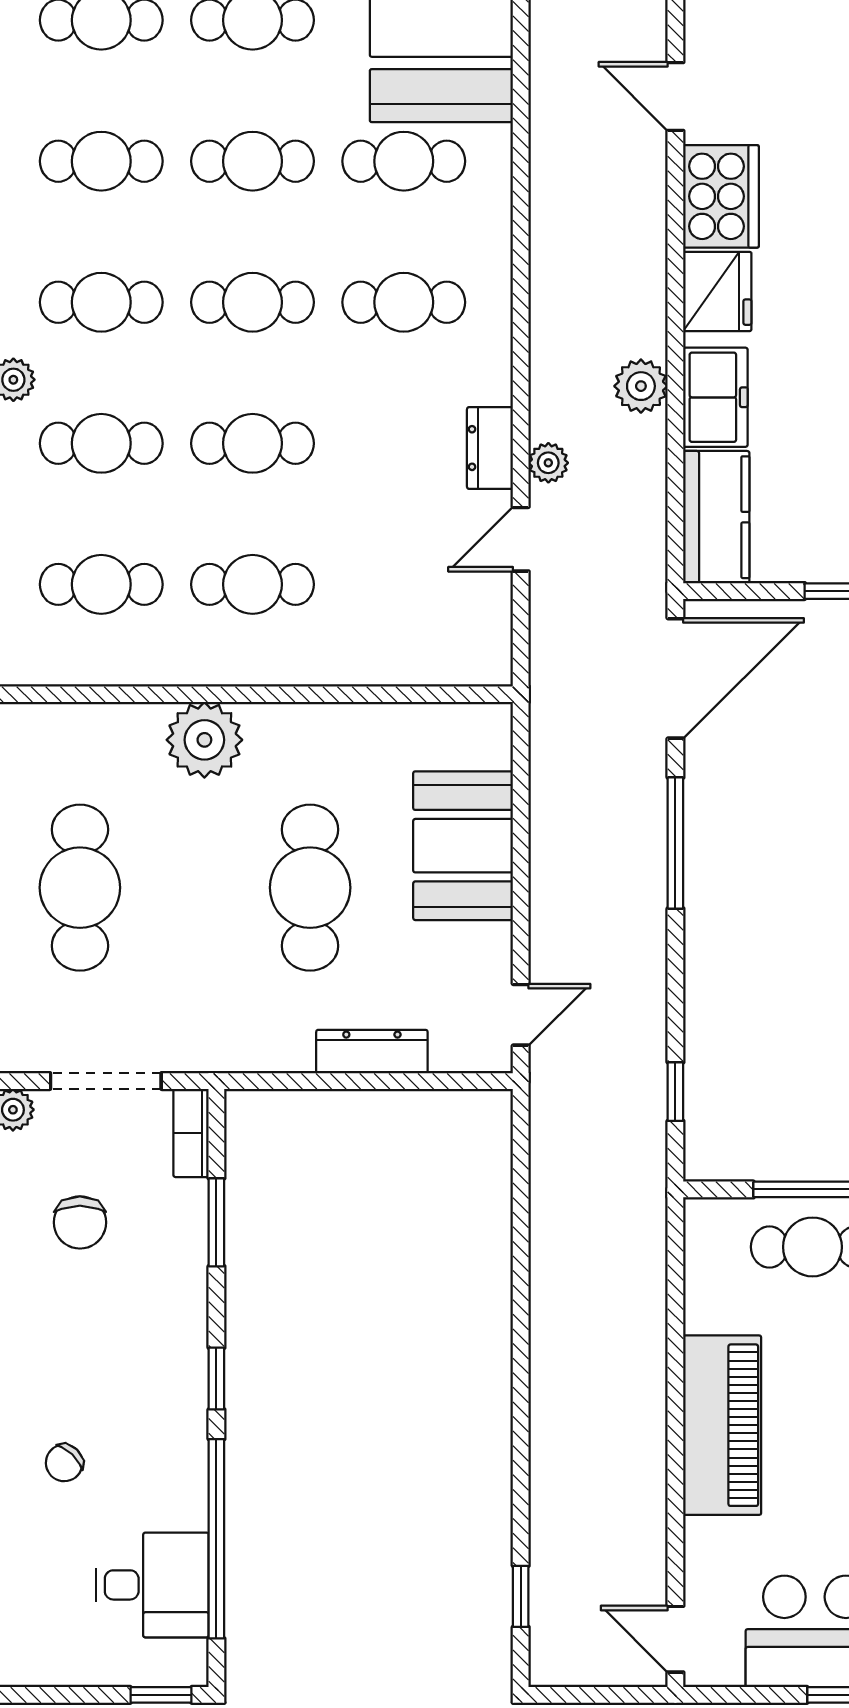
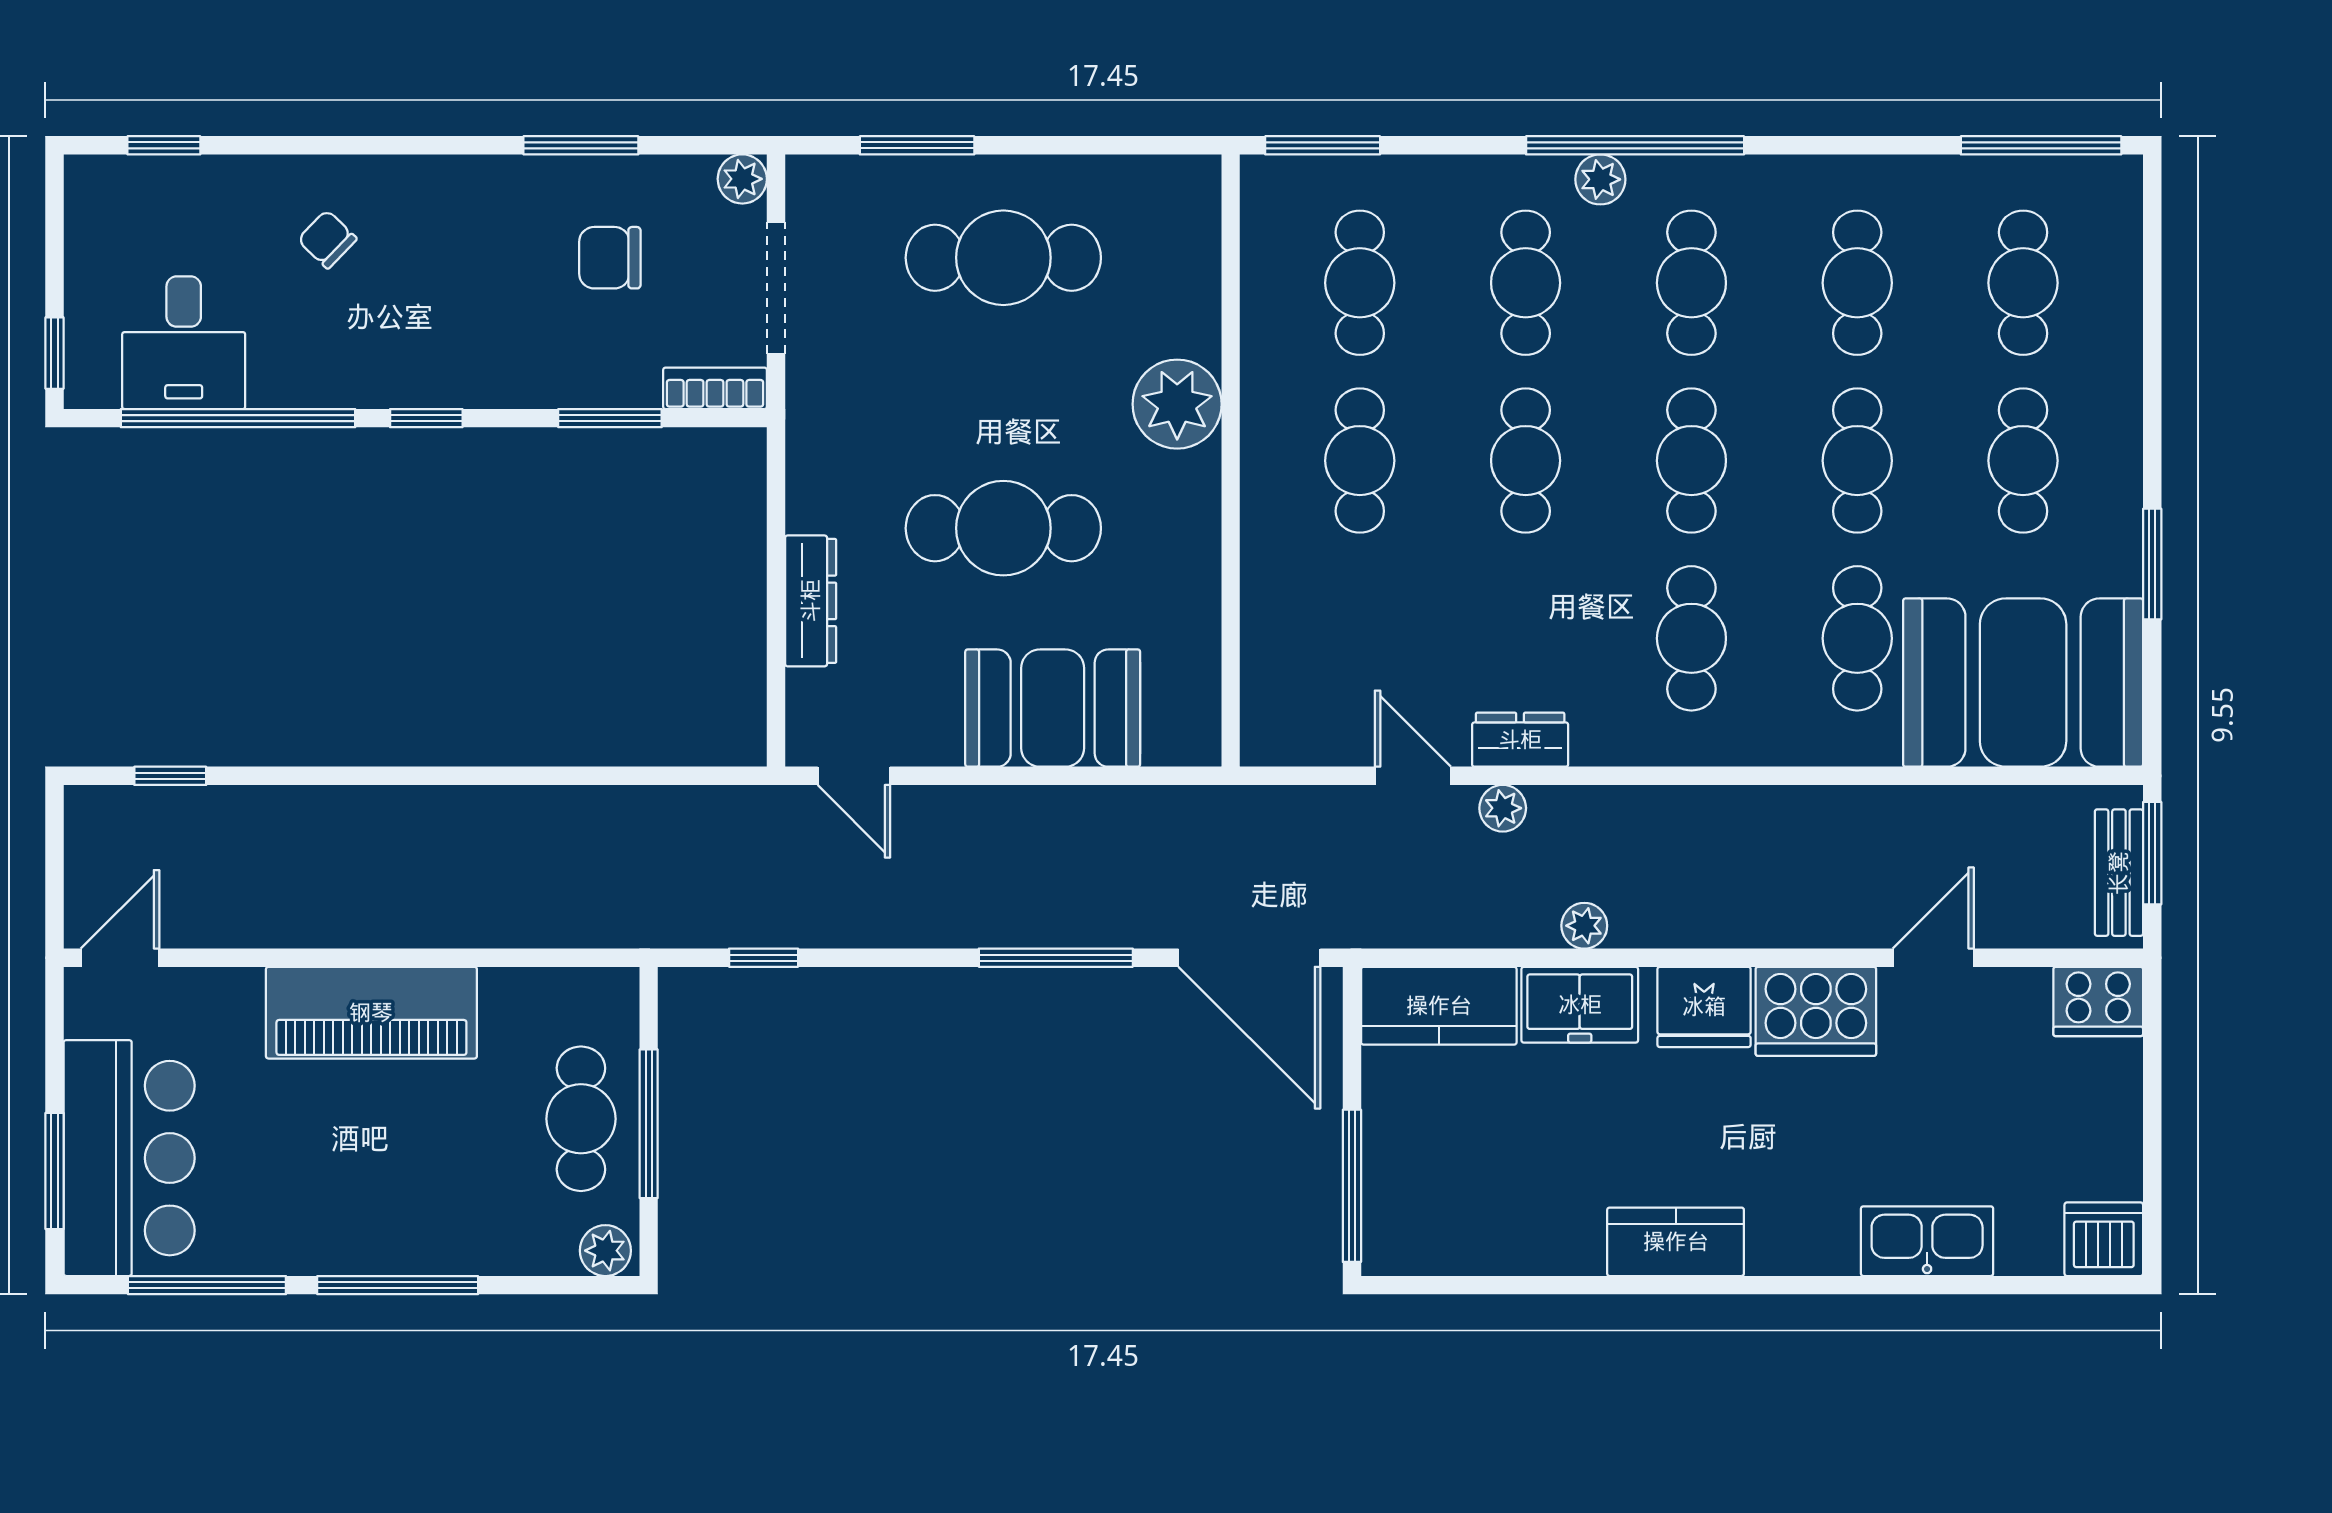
plant: (641, 386) -> (1584, 926), width x0.73, depth x0.73

